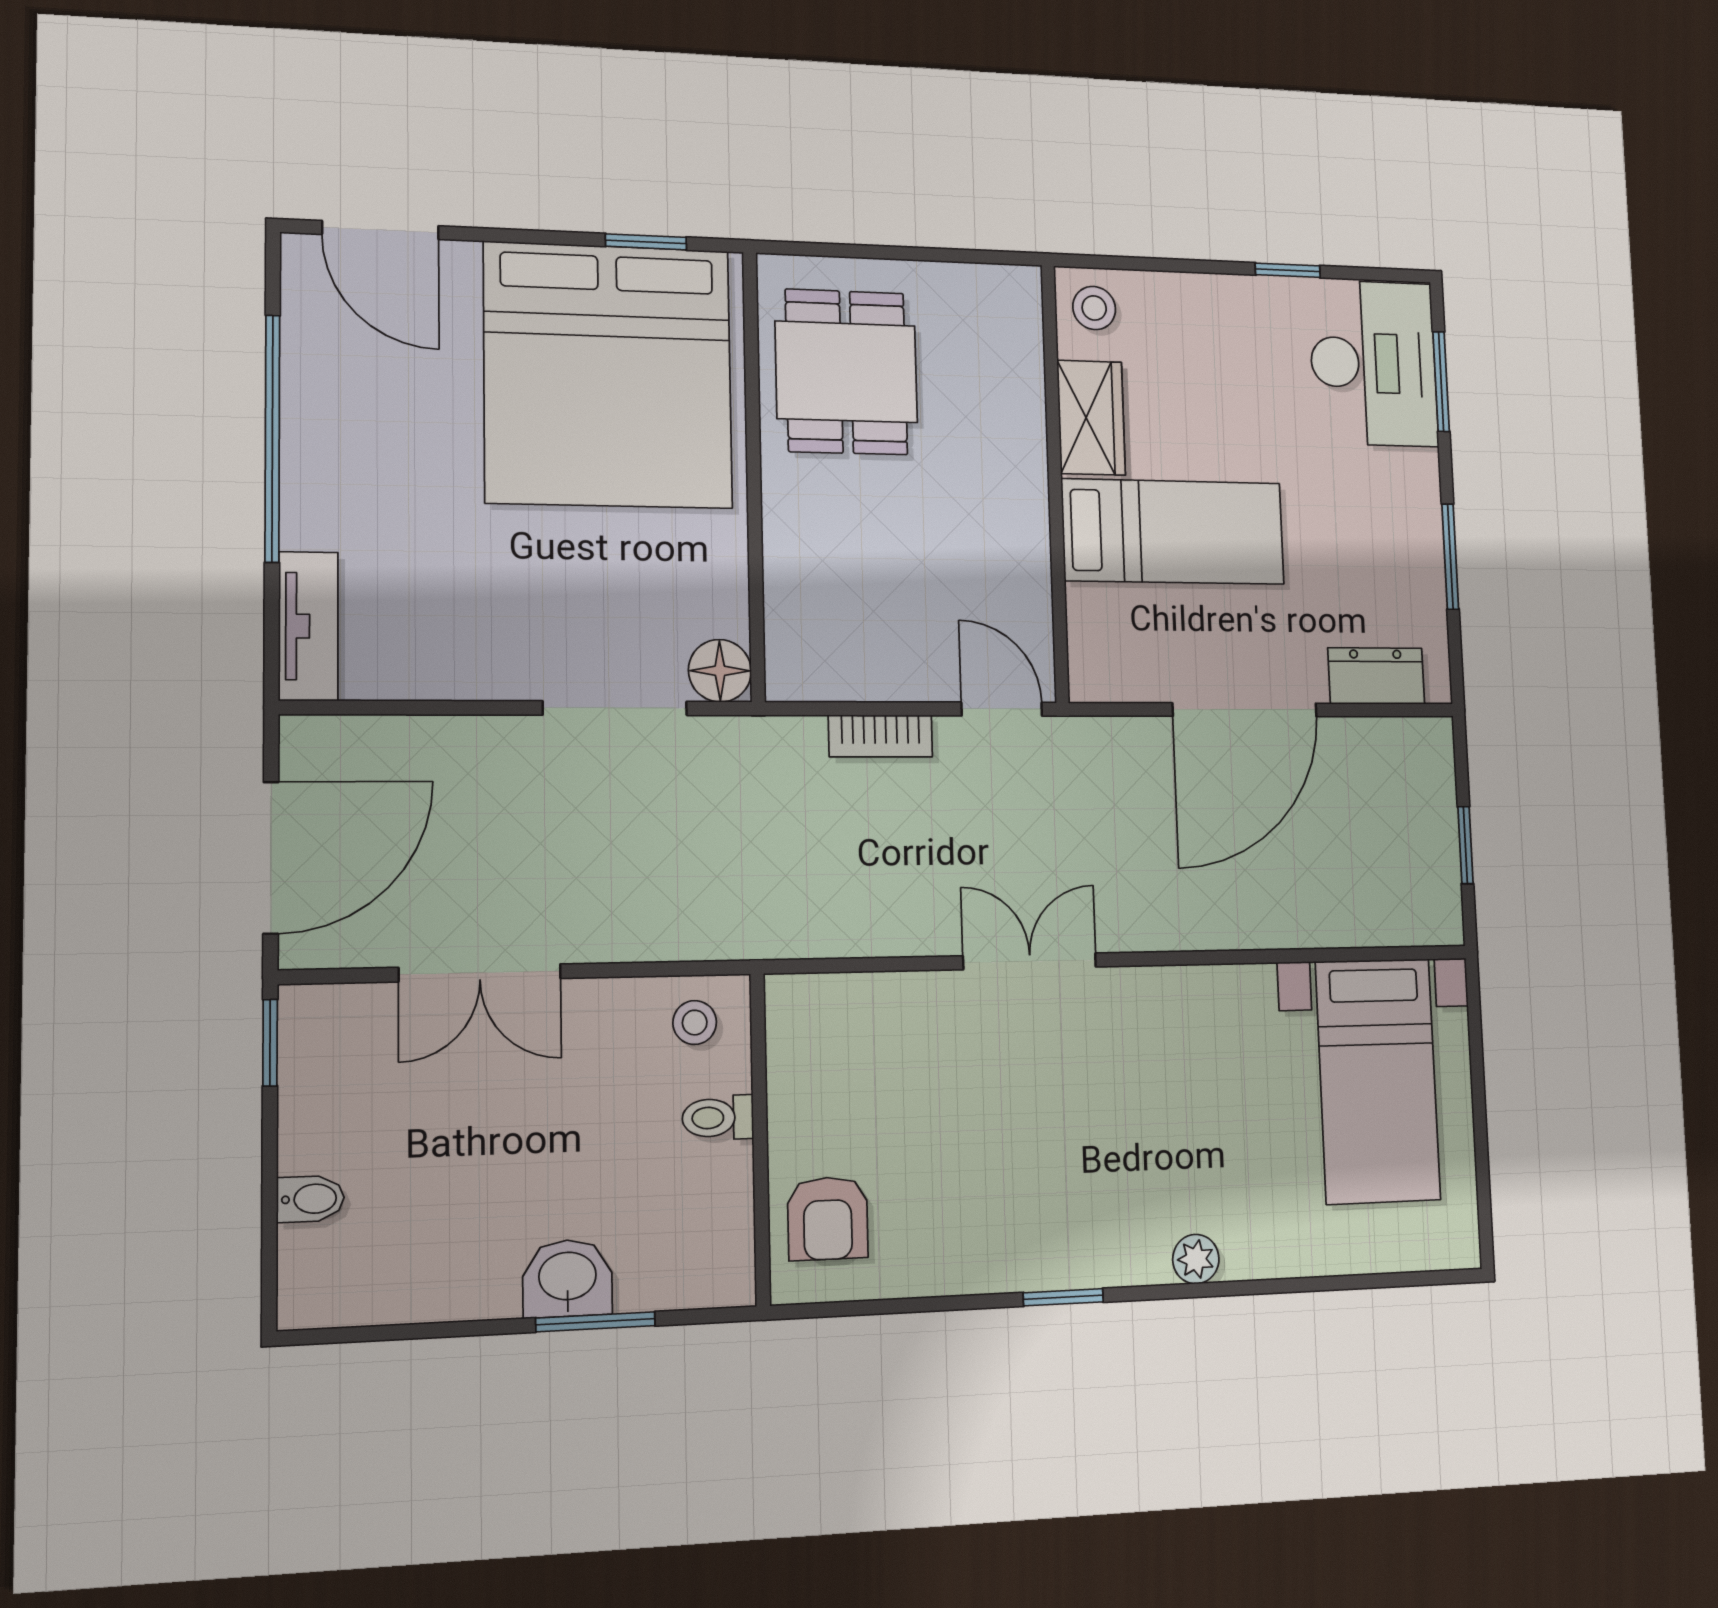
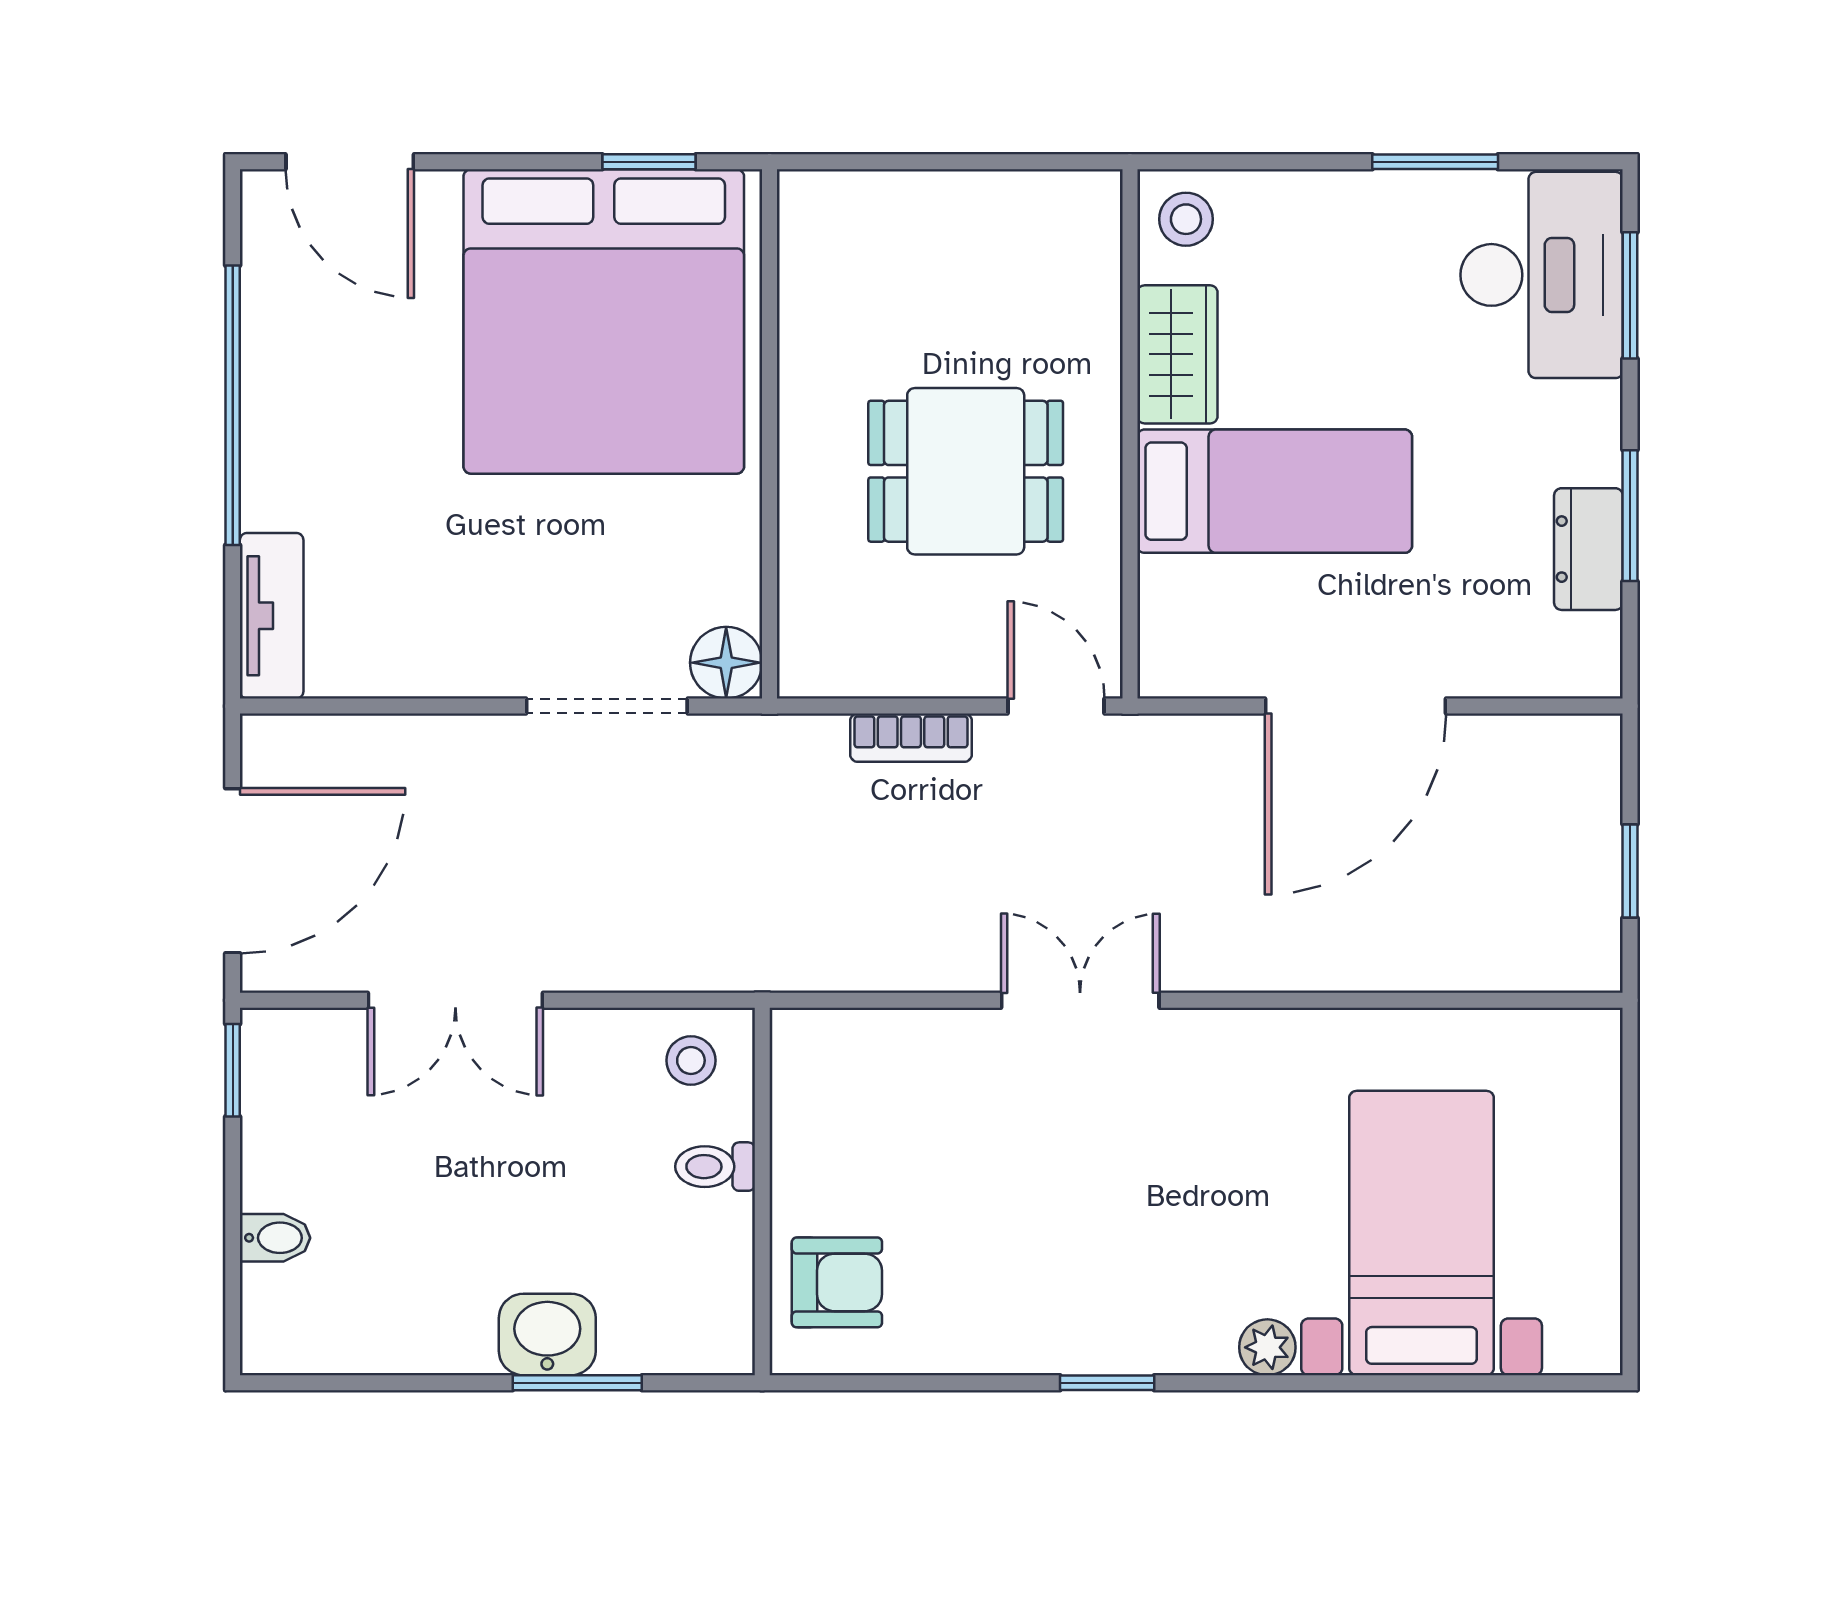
window: (1288, 270) -> (1435, 162), width x1.50
dining table: (846, 372) -> (966, 471), moved, turned 90
dresser: (1376, 676) -> (1588, 549), moved, turned -90
bed with nightstands: (1378, 1081) -> (1422, 1233), moved, turned 180
armchair: (828, 1218) -> (837, 1282), turned -90

